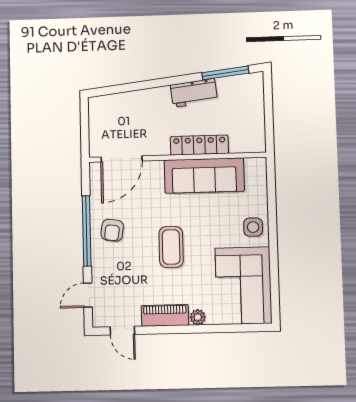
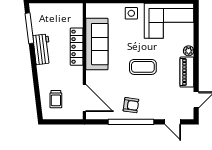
trolley: (119, 116) -> (56, 99), added

